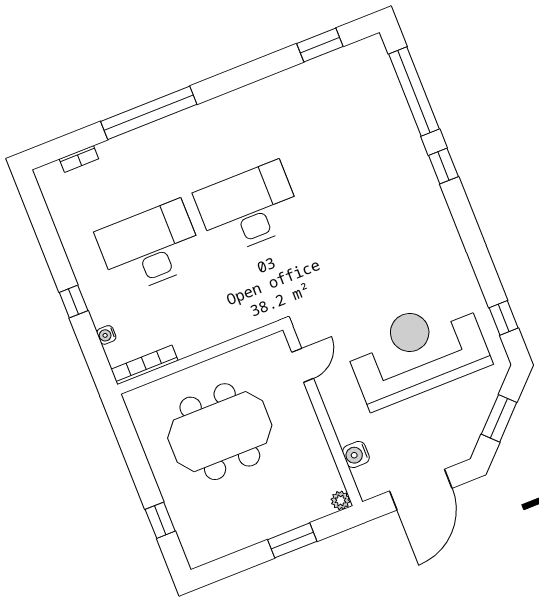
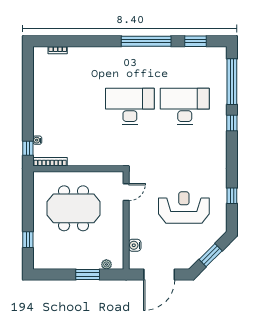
window: (149, 113) -> (146, 41), moved
desk: (150, 247) -> (185, 106), moved
window: (74, 302) -> (28, 148), moved
window: (504, 318) -> (232, 196), moved
reception desk: (417, 352) -> (184, 208), width x0.74, depth x0.77
plant: (340, 500) -> (106, 264), moved

